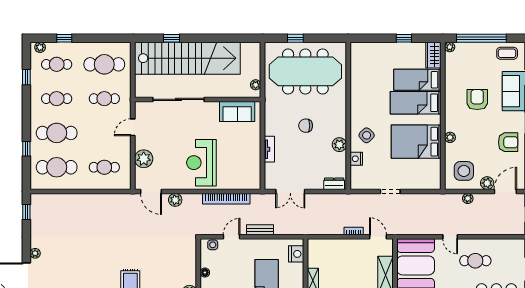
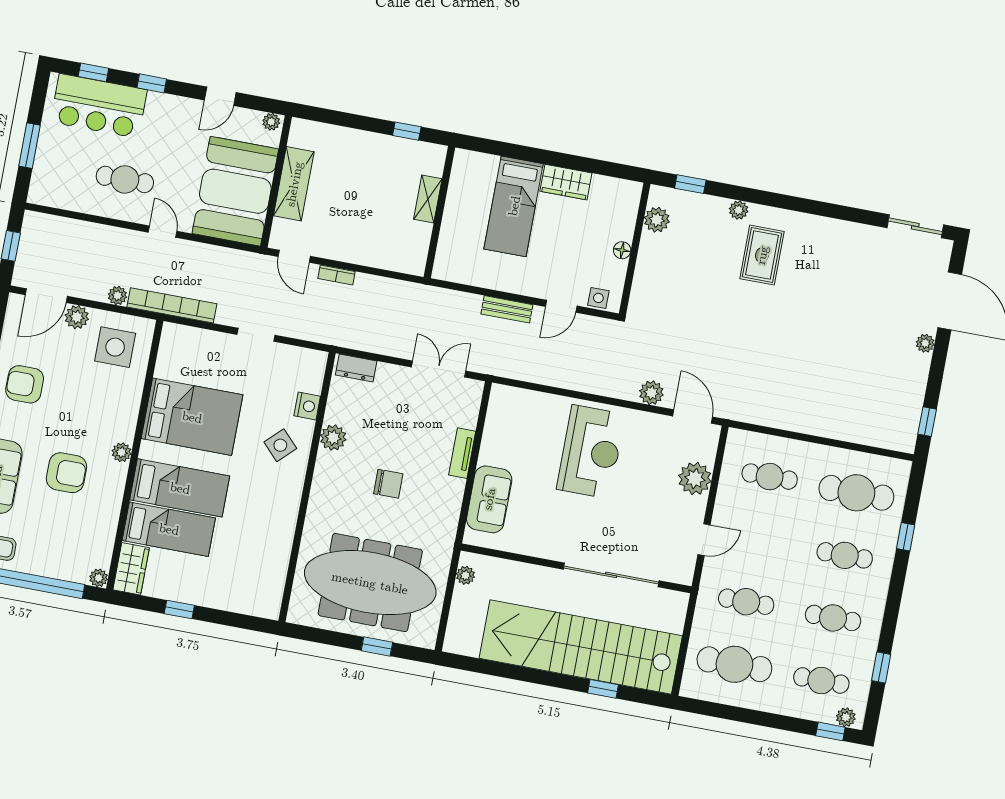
window: (64, 38) -> (830, 731), moved
armchair: (477, 100) -> (67, 473), turned -90
sofa: (237, 111) -> (489, 499), moved, turned 90
cafe table: (57, 133) -> (845, 555), width x0.73, depth x0.74
plant: (450, 137) -> (122, 452), moved
bookcase: (226, 199) -> (172, 305), moved
nightstand: (296, 254) -> (449, 253), removed

